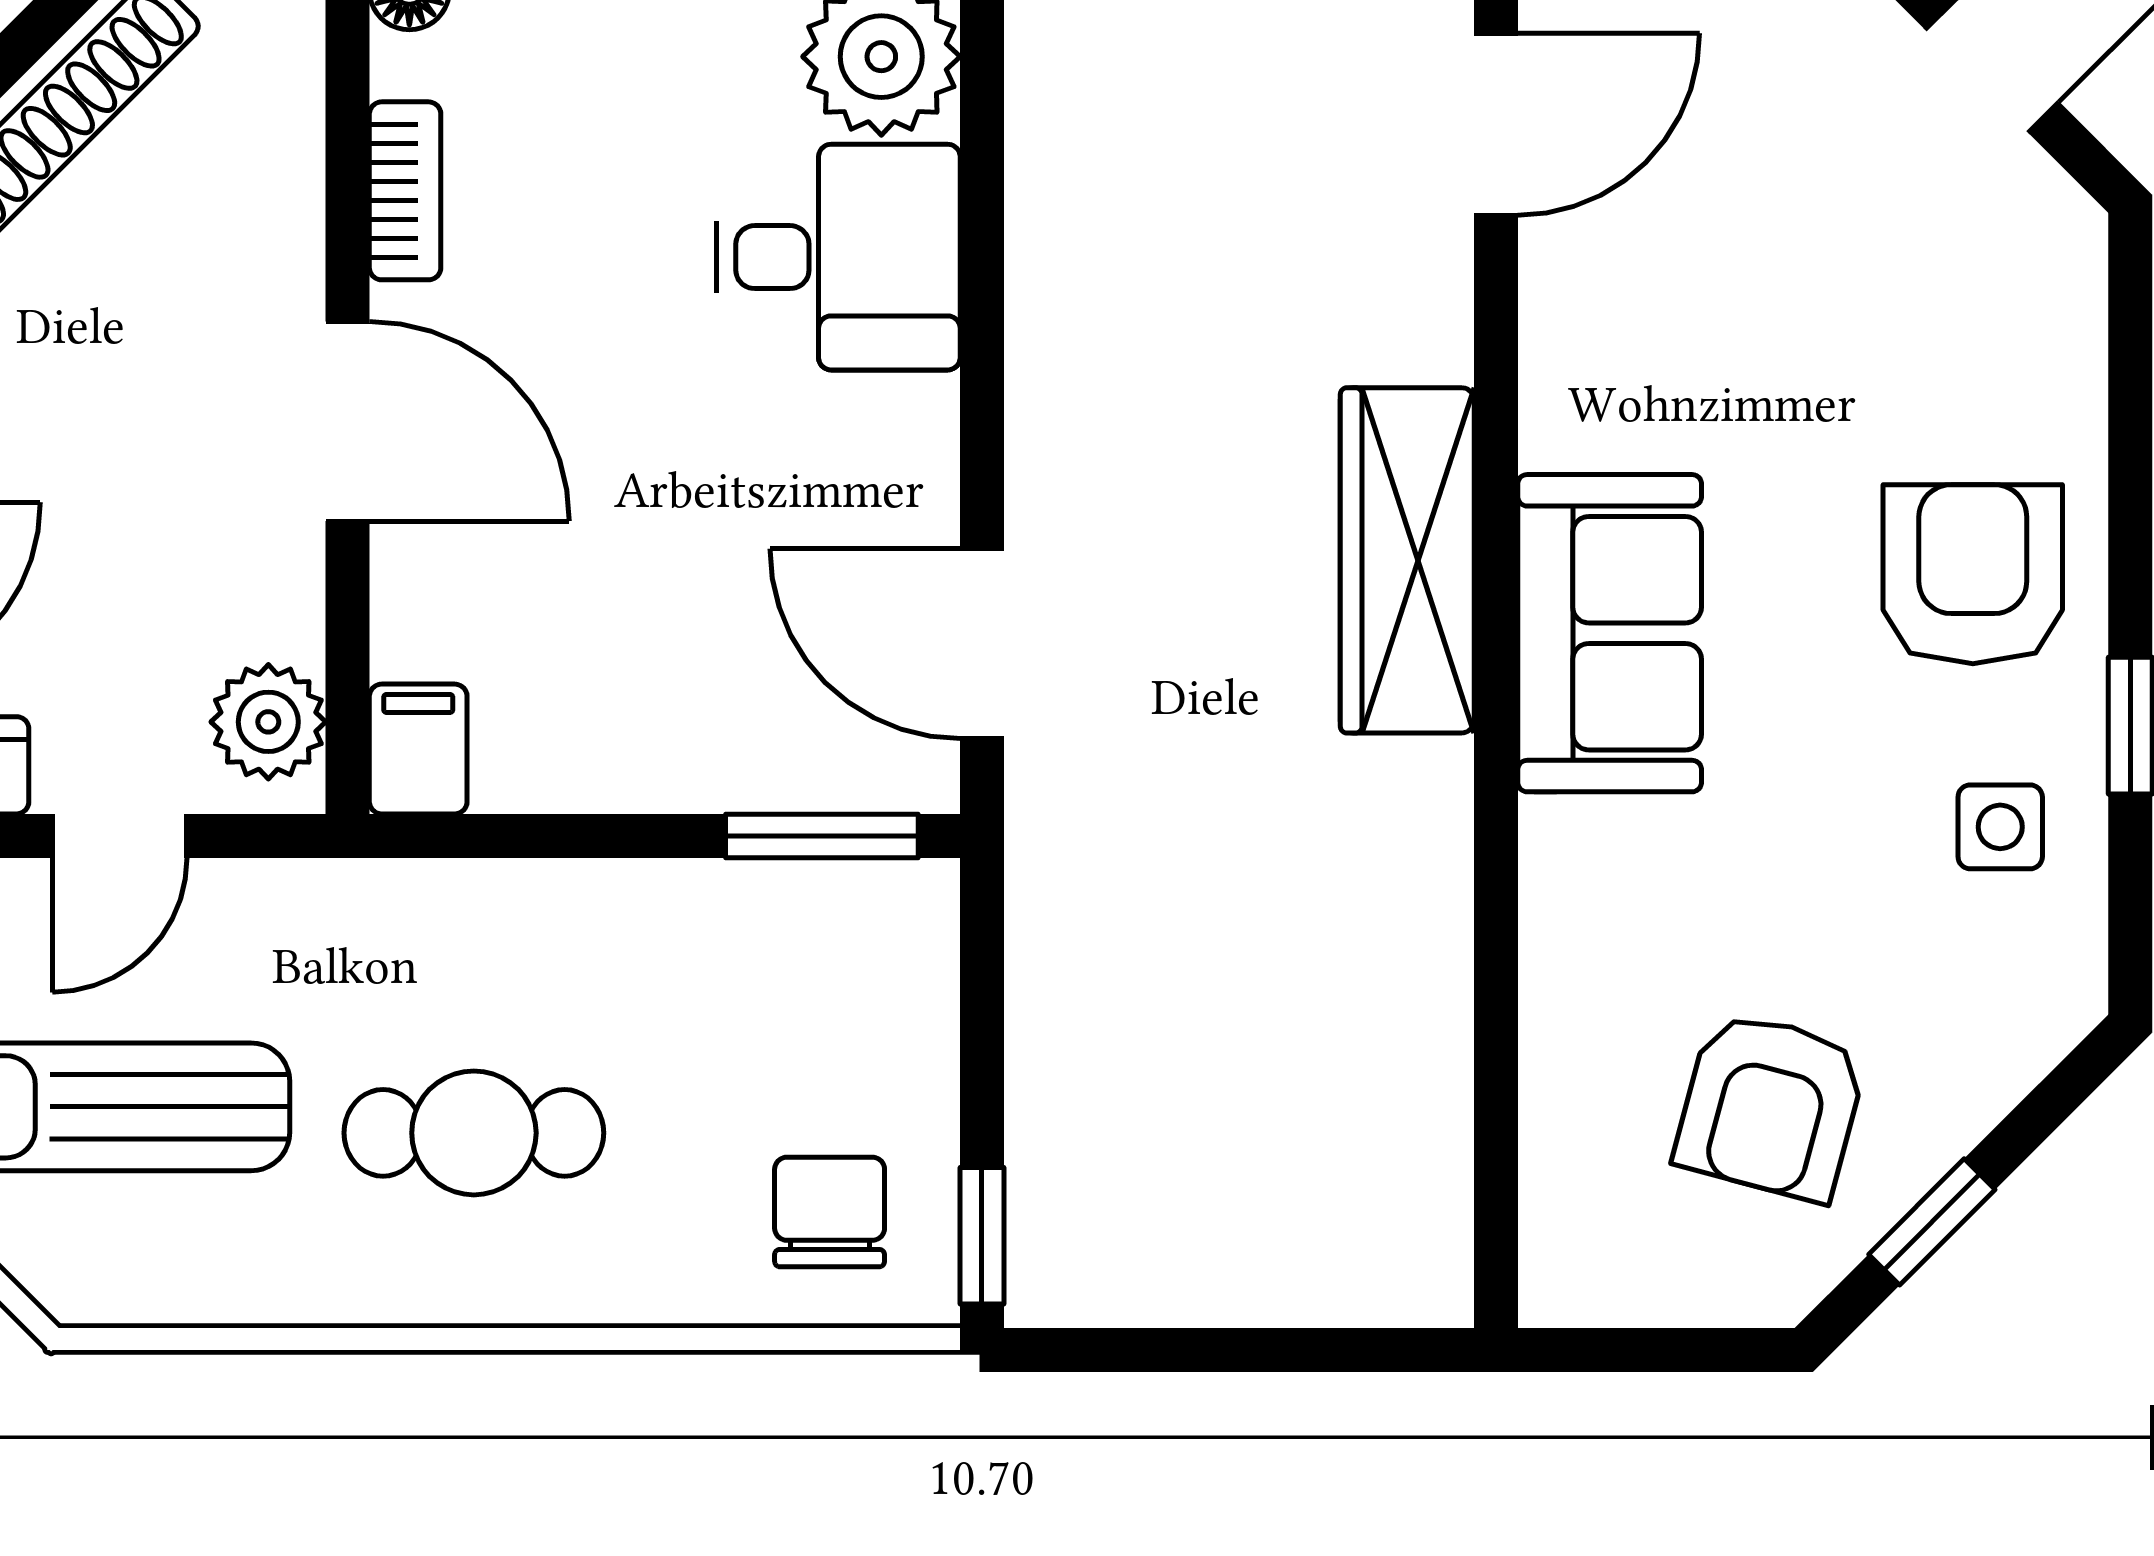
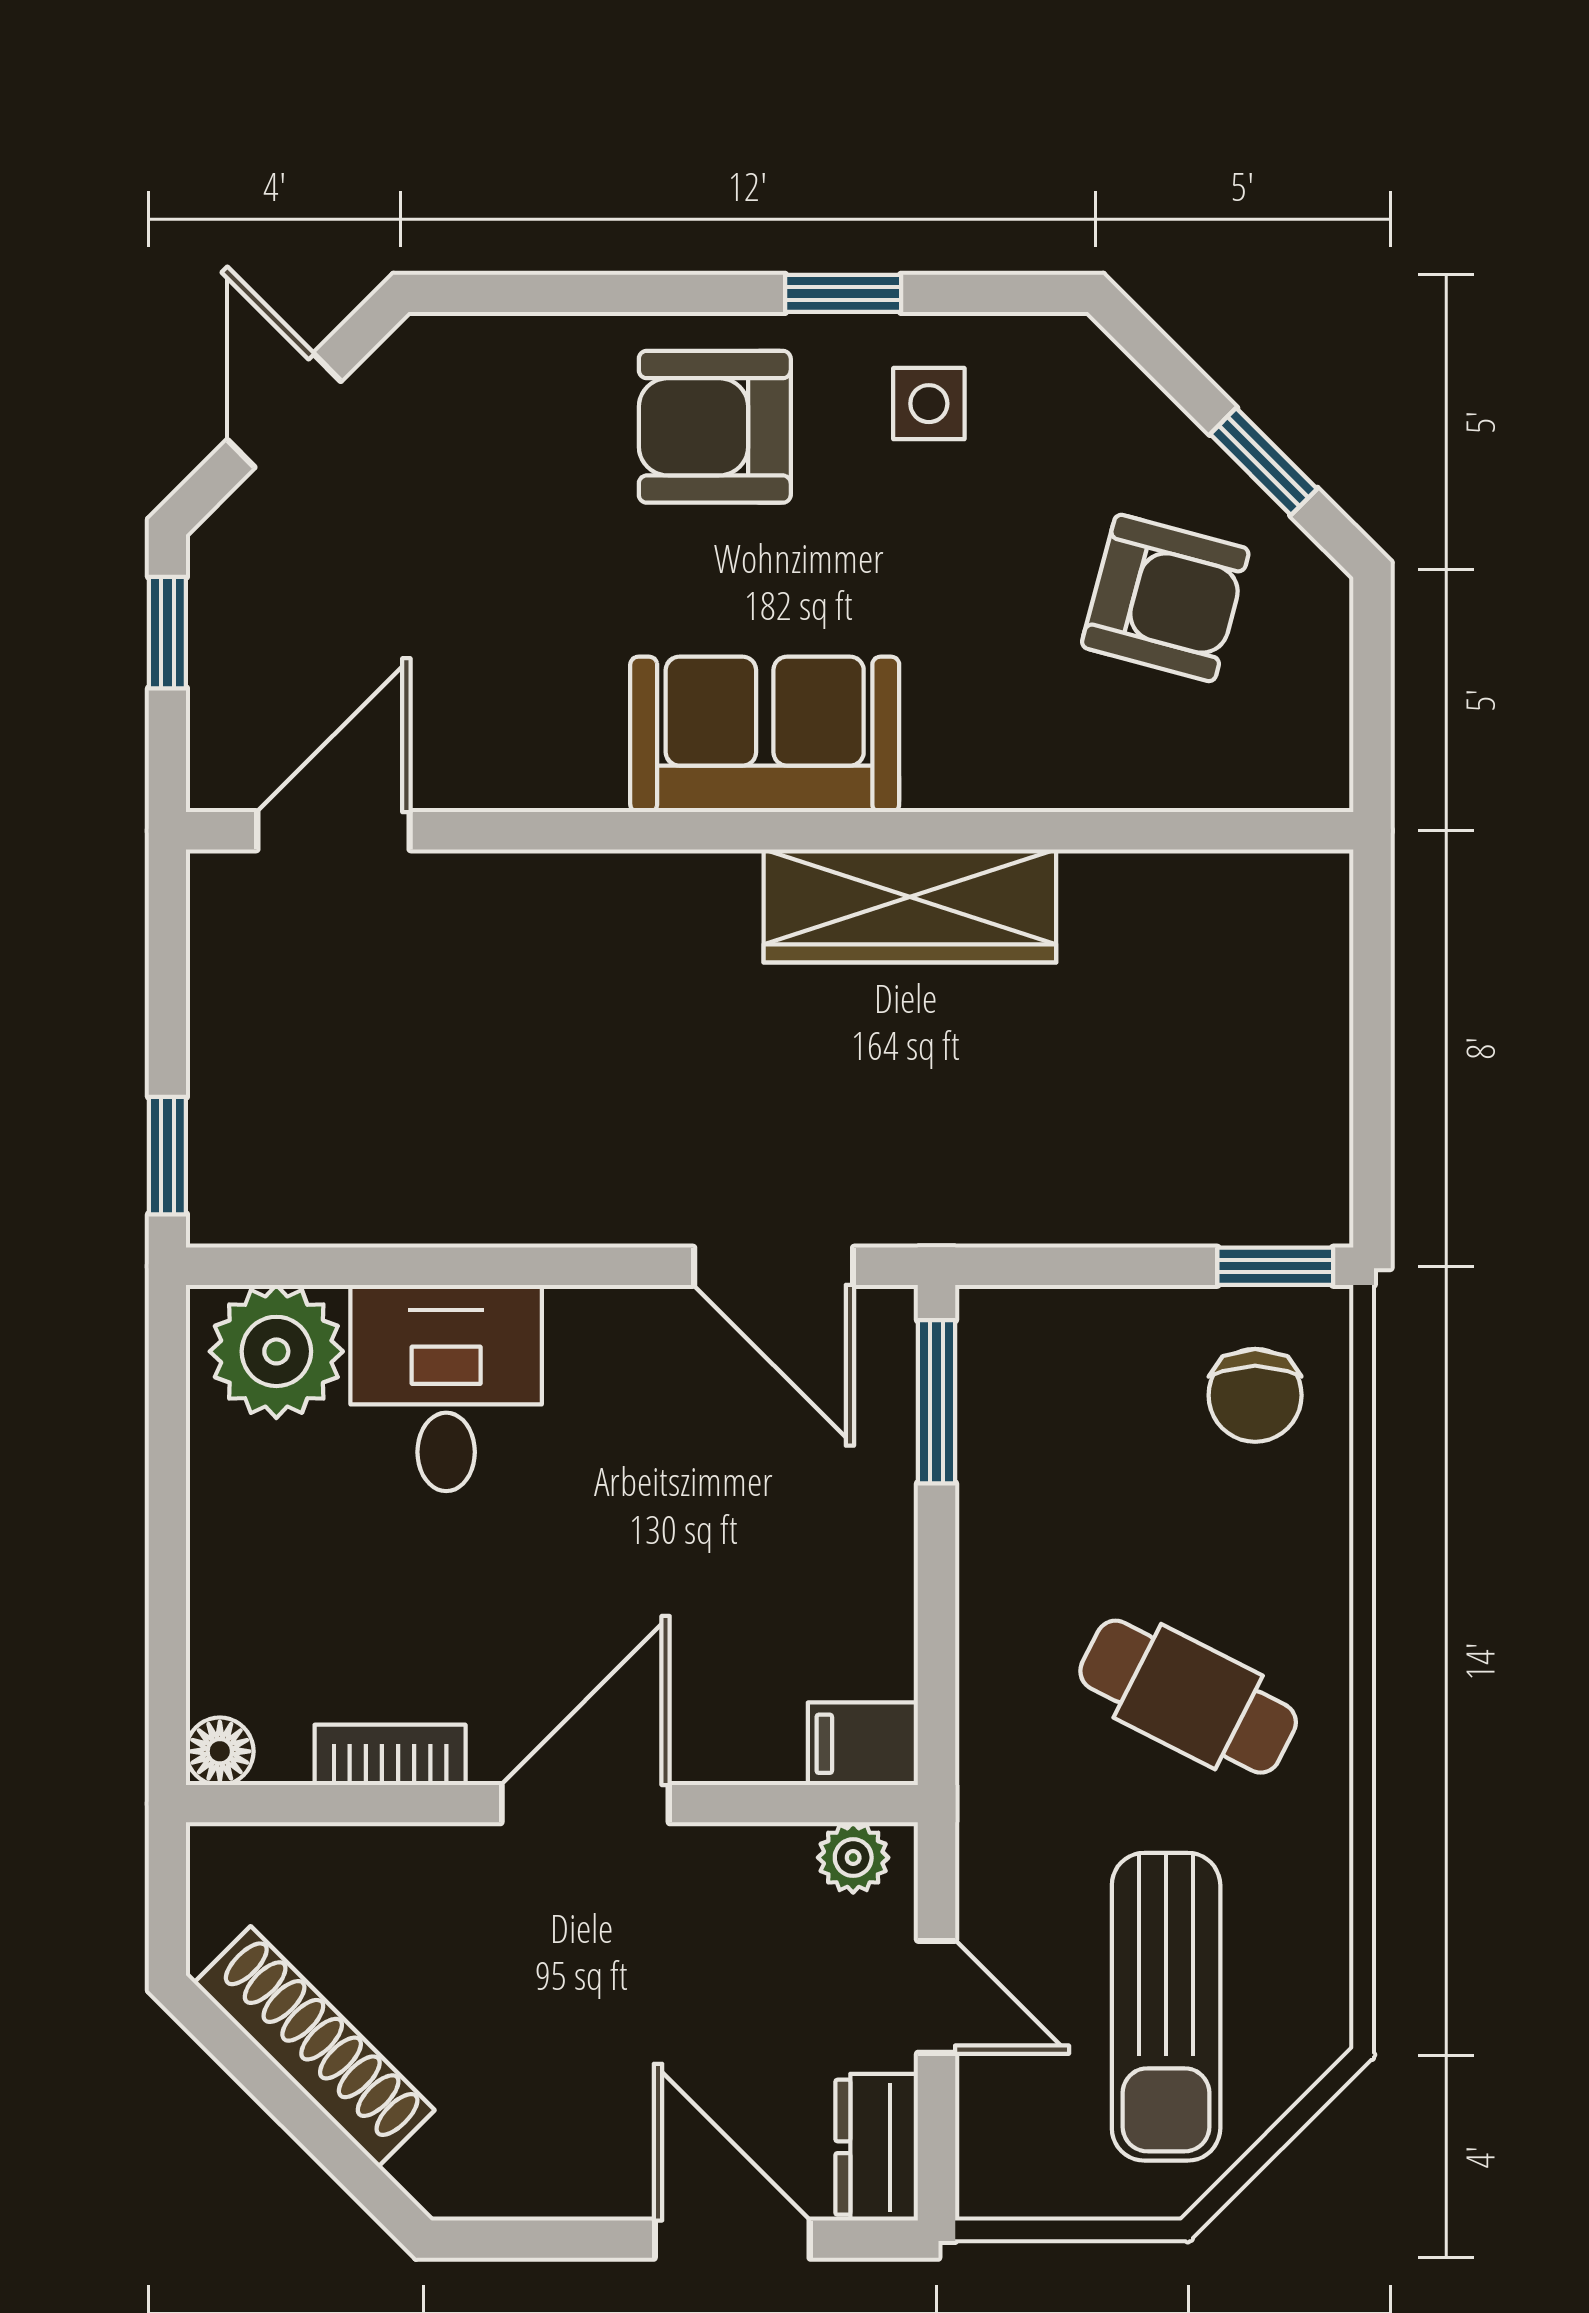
door: (1496, 124) -> (334, 831), hinge flipped
wardrobe: (1407, 560) -> (910, 906), moved
door: (982, 644) -> (774, 1266), hinge flipped
plant: (268, 722) -> (853, 1858), width x0.73, depth x0.73
cafe table: (474, 1133) -> (1188, 1697), turned -63
chair: (830, 1212) -> (1255, 1395), turned -90

